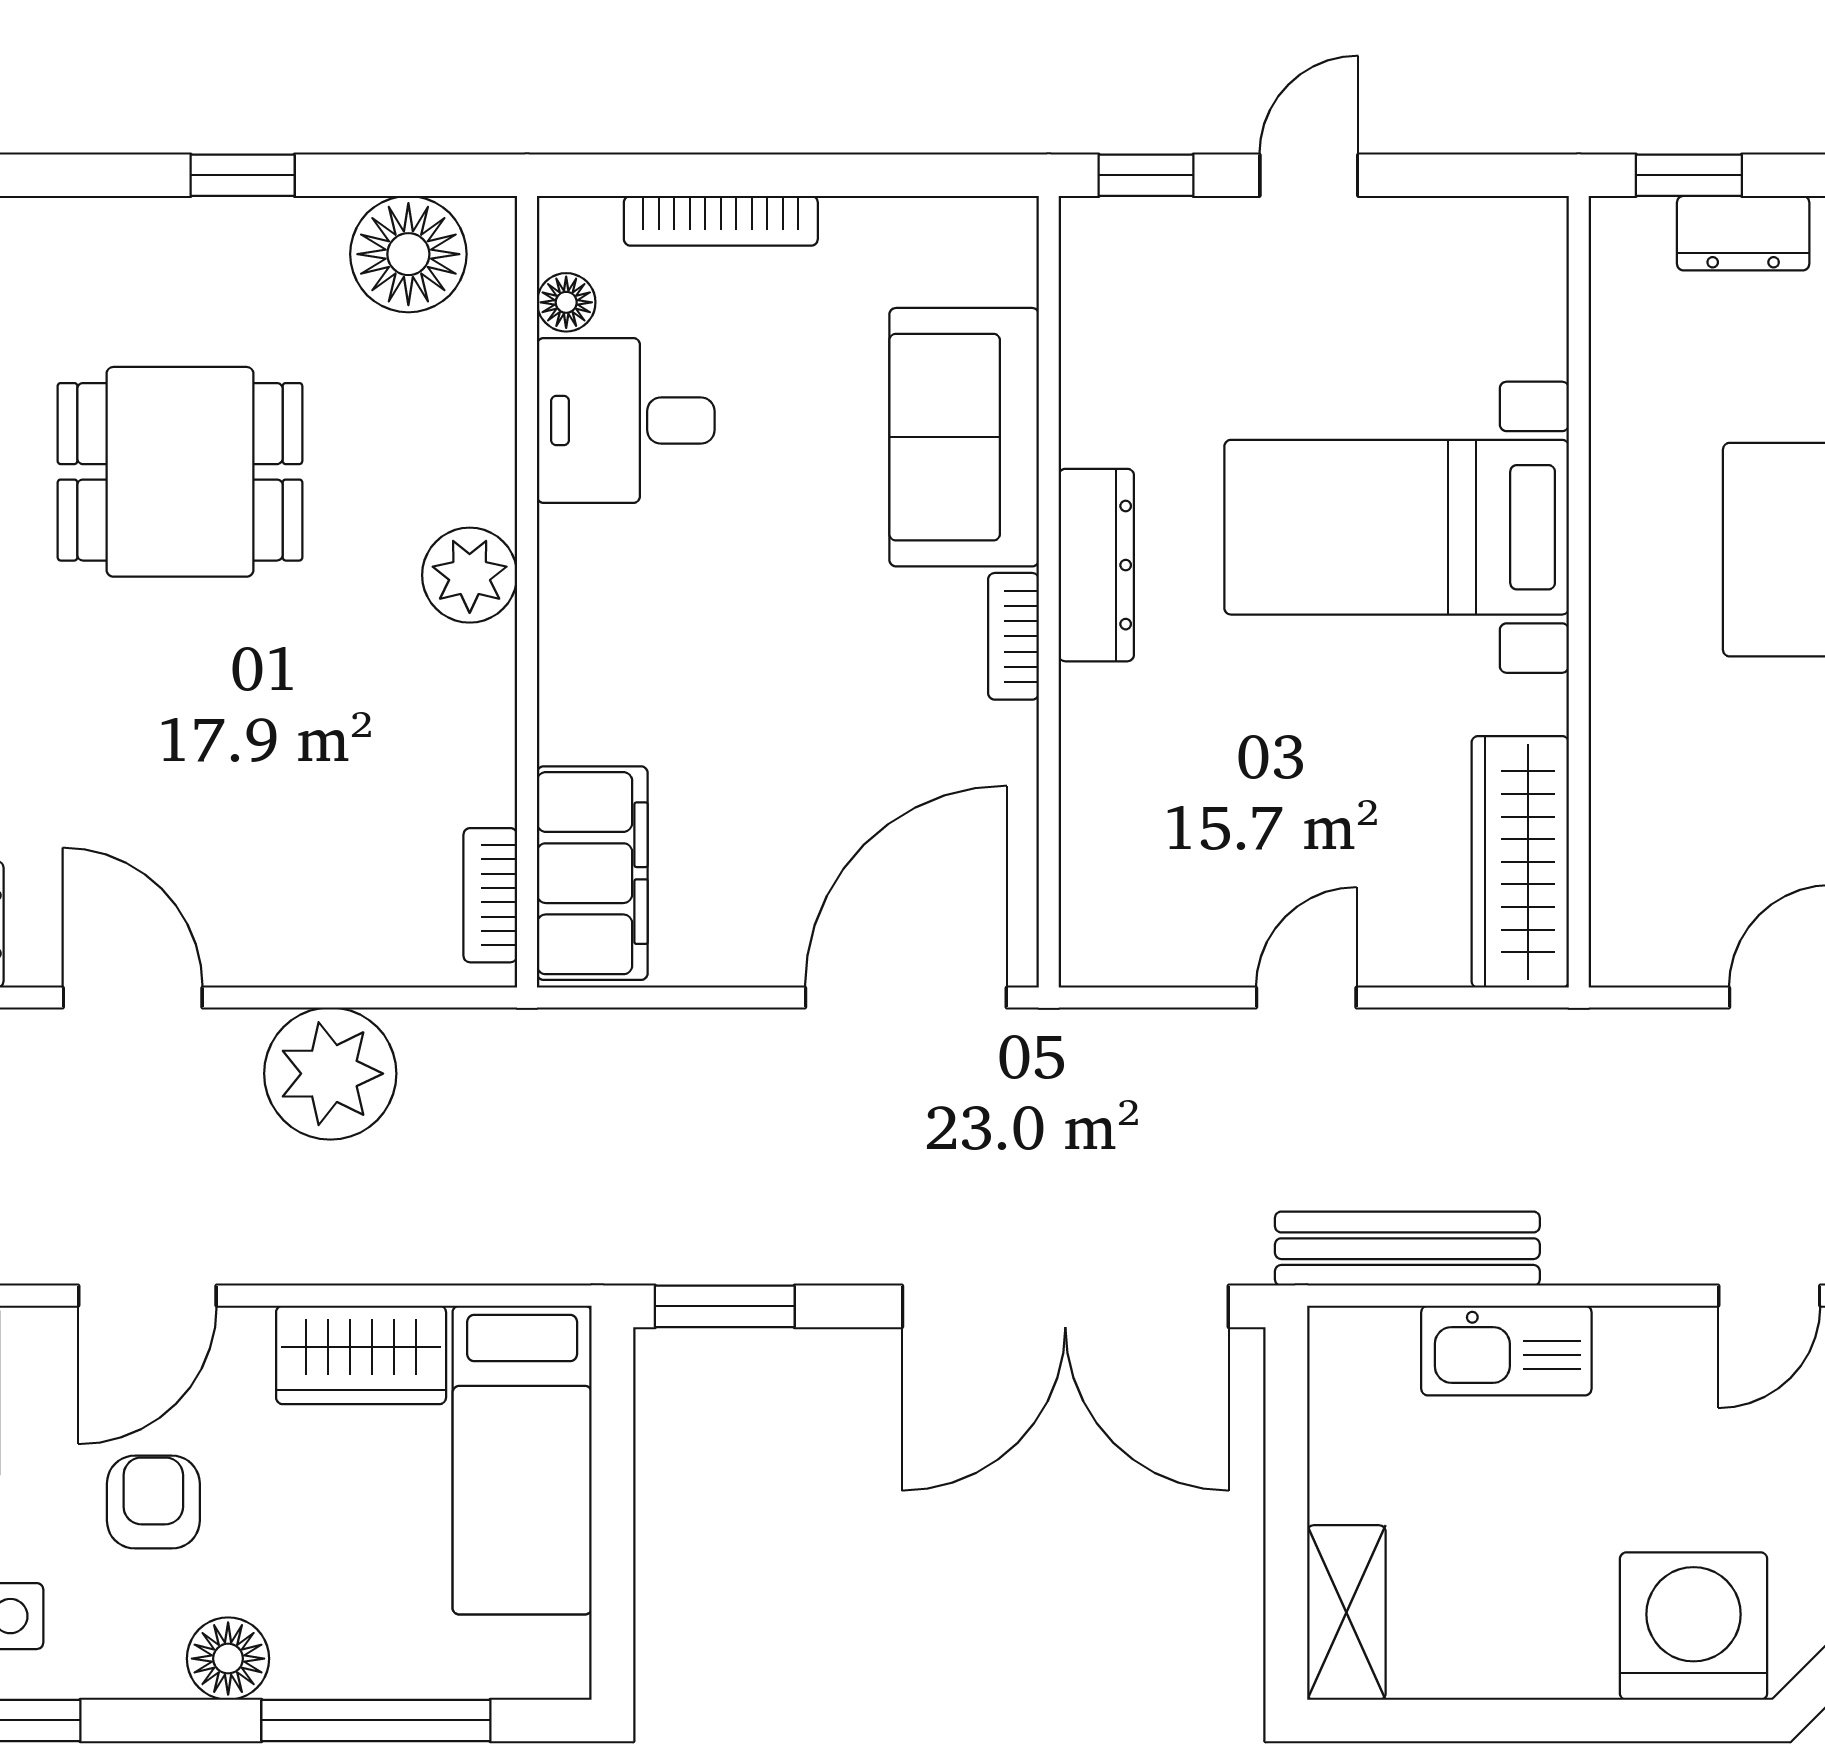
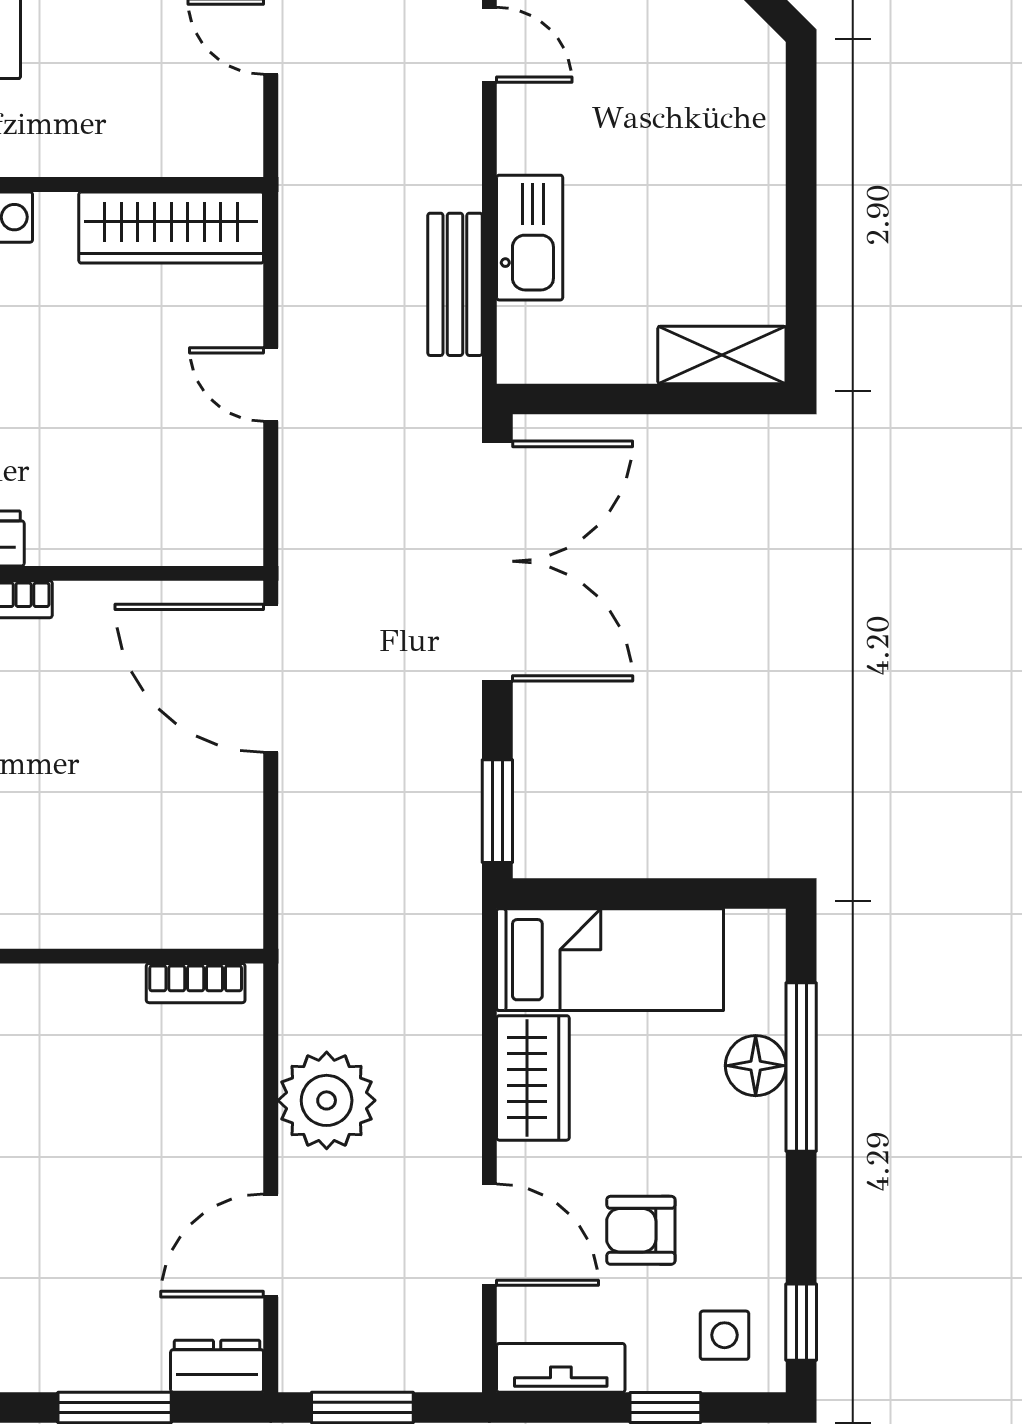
filing cabinet: (592, 873) -> (179, 908), removed
bench: (1407, 1249) -> (455, 284), width x0.73
washing machine: (1694, 1626) -> (732, 100), removed
floor lamp: (228, 1659) -> (756, 1066), moved

